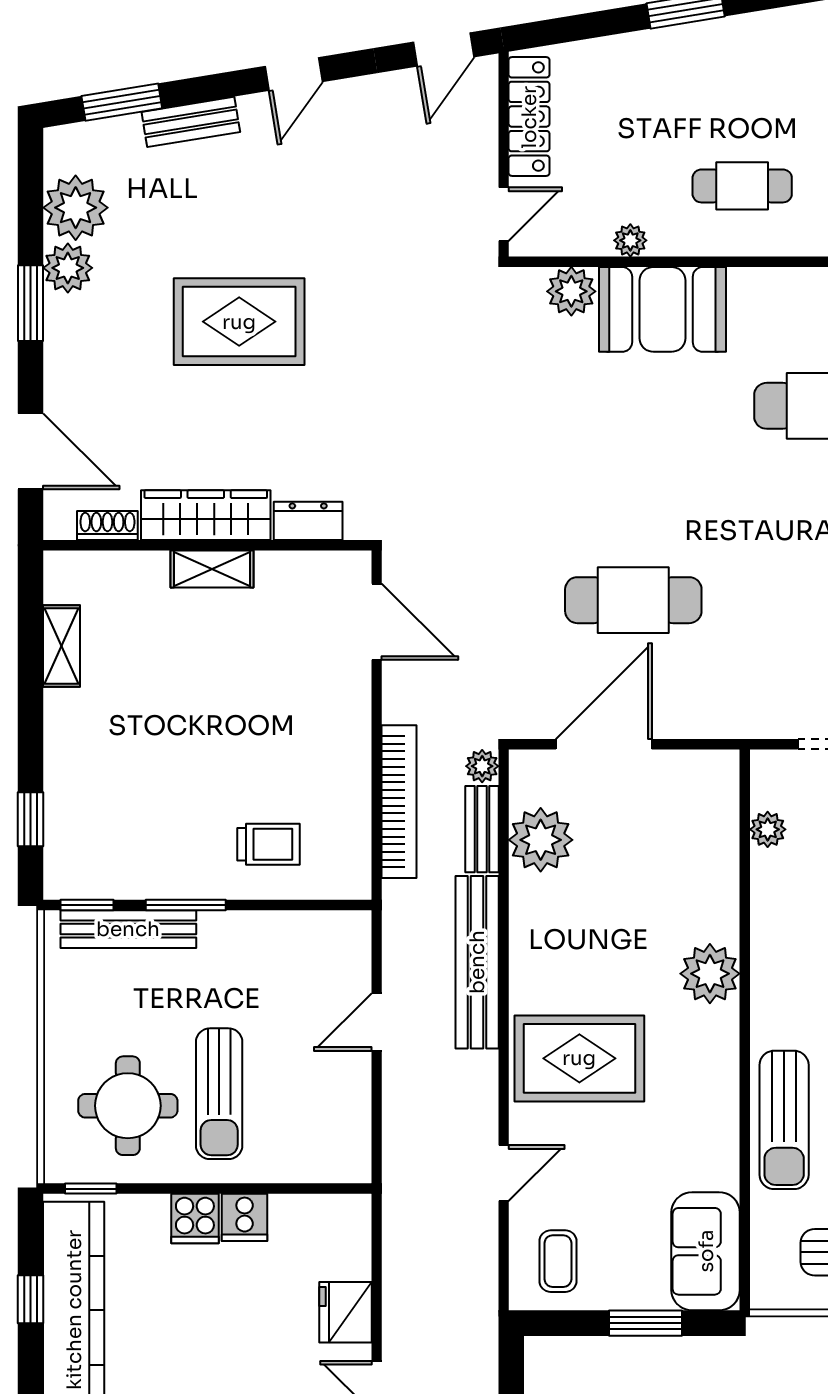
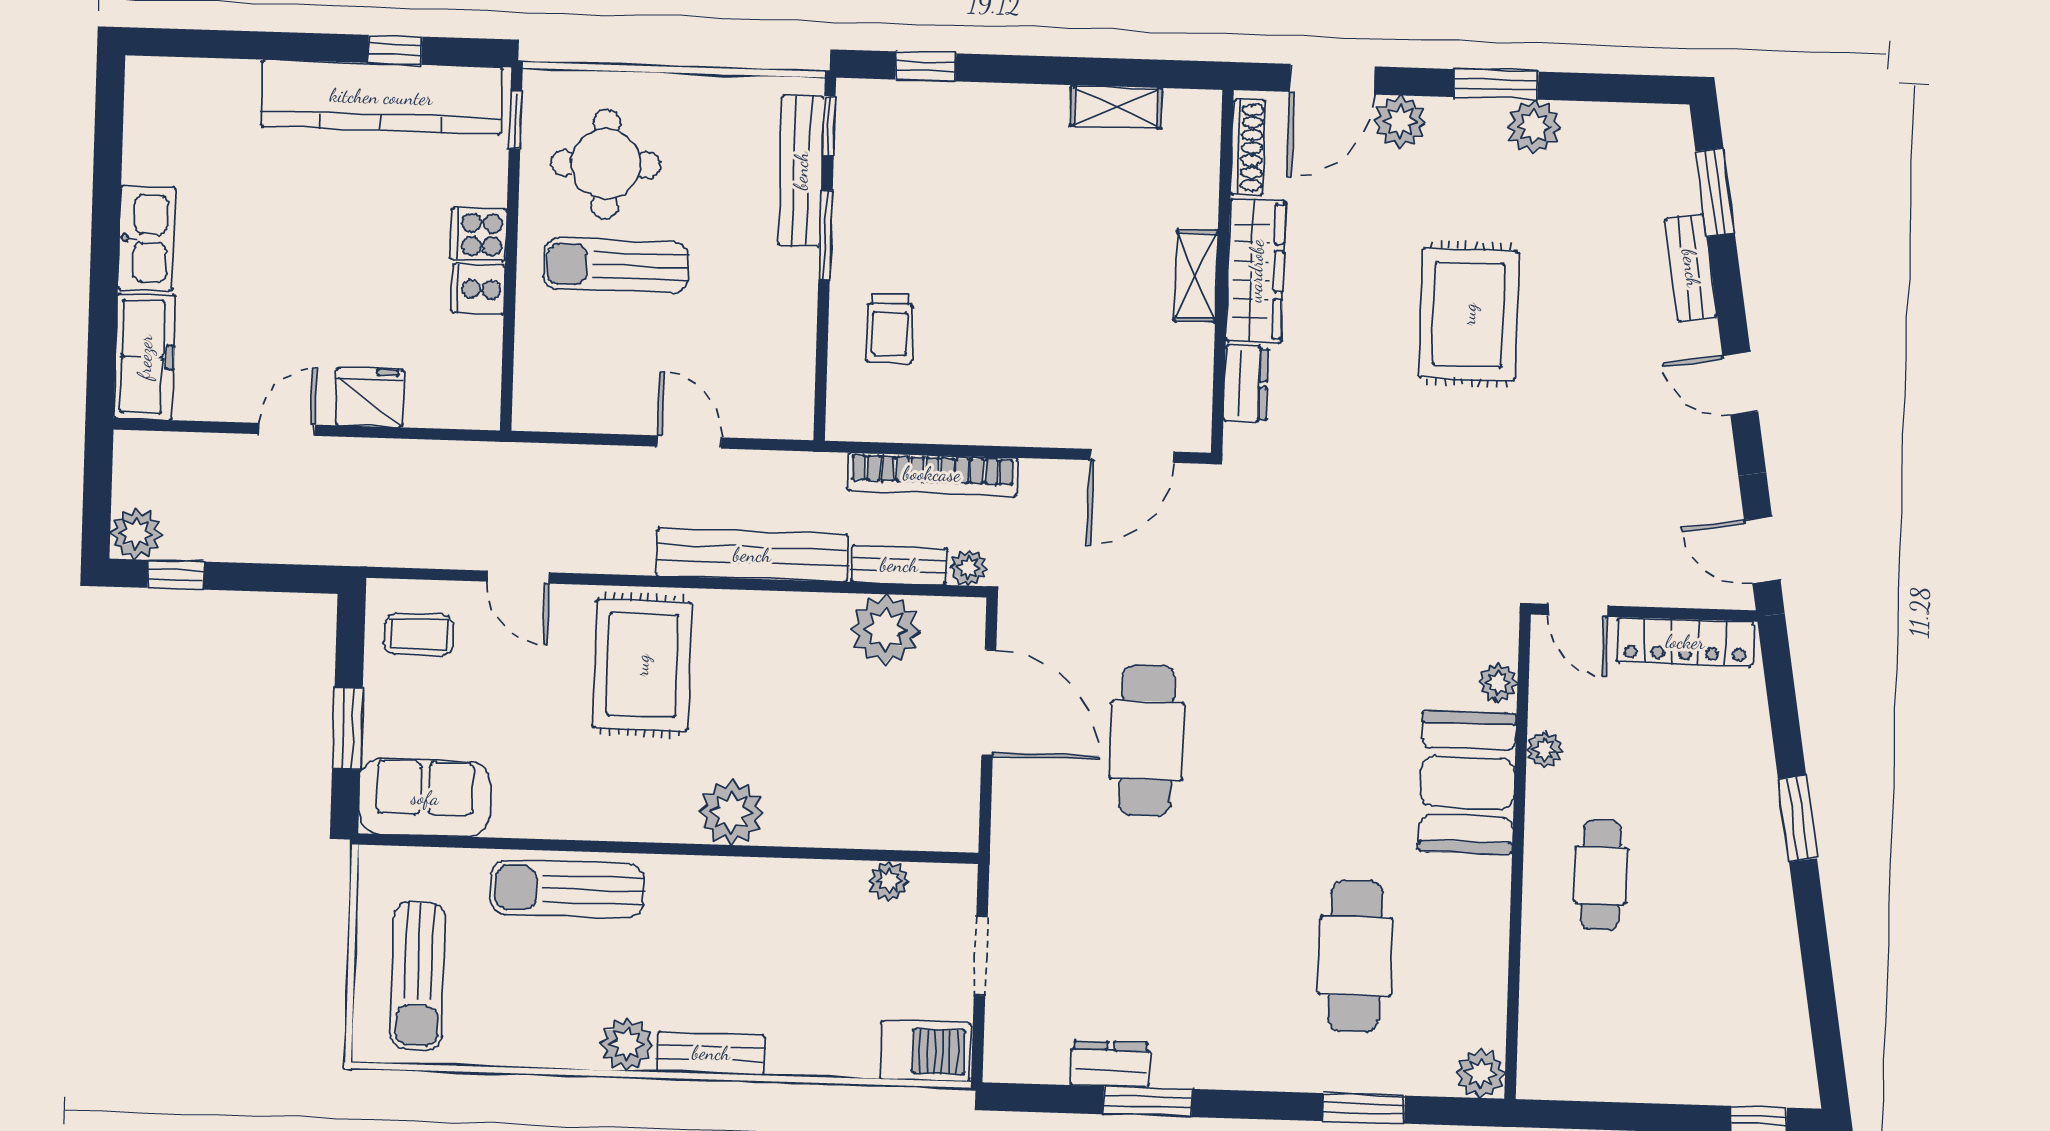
plant: (76, 208) -> (1400, 122), moved, width x0.73, depth x0.73
plant: (571, 291) -> (1498, 683), width x0.73, depth x0.73
shoe rack: (107, 526) -> (1248, 147), width x1.43

